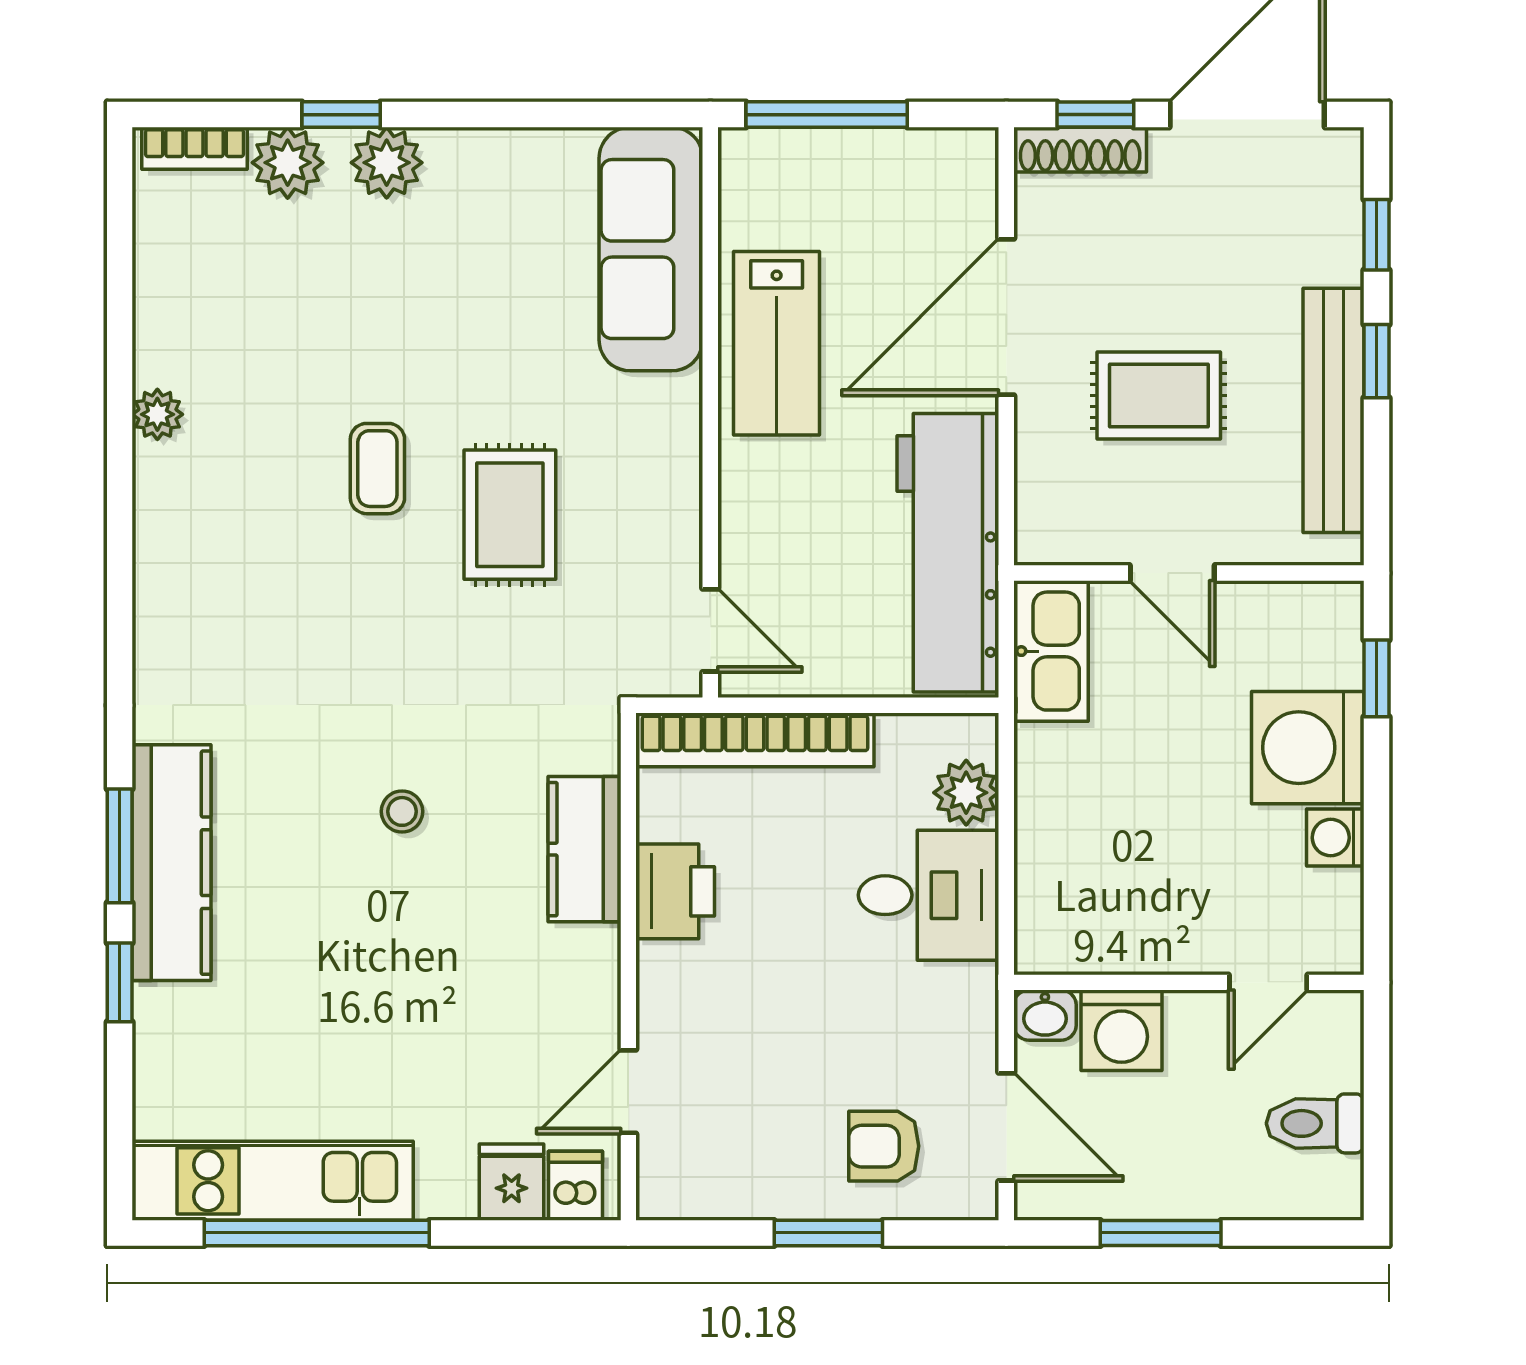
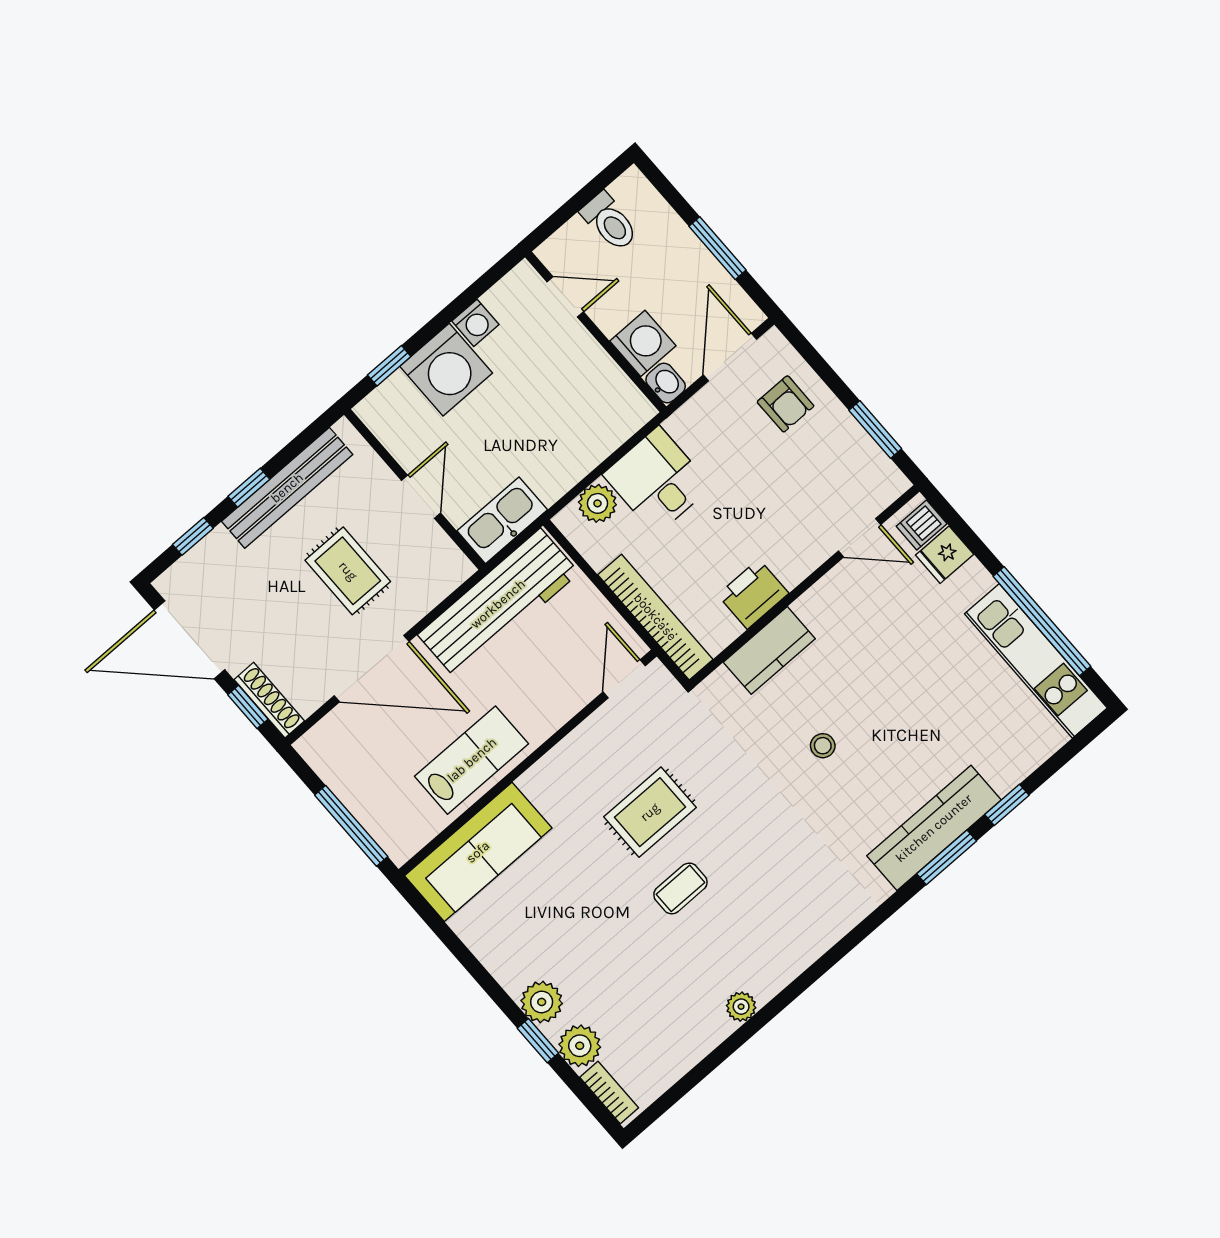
window: (828, 1233) -> (875, 430), moved

